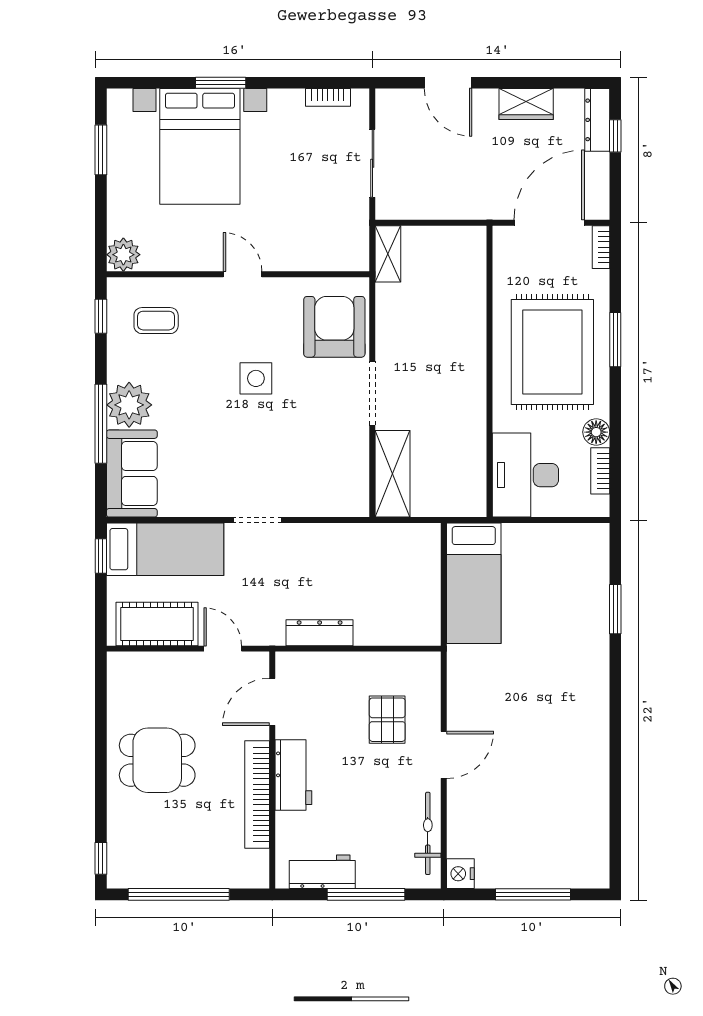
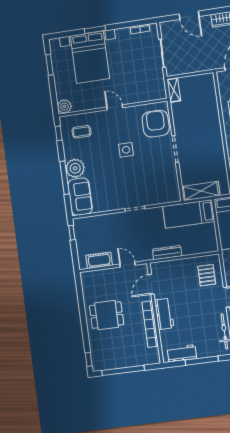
shelving: (393, 474) -> (201, 191), moved, turned 90
bed: (165, 549) -> (189, 214), moved, turned 180
cot: (157, 624) -> (99, 260), width x0.73, depth x0.75
pallet: (387, 720) -> (207, 275), moved

